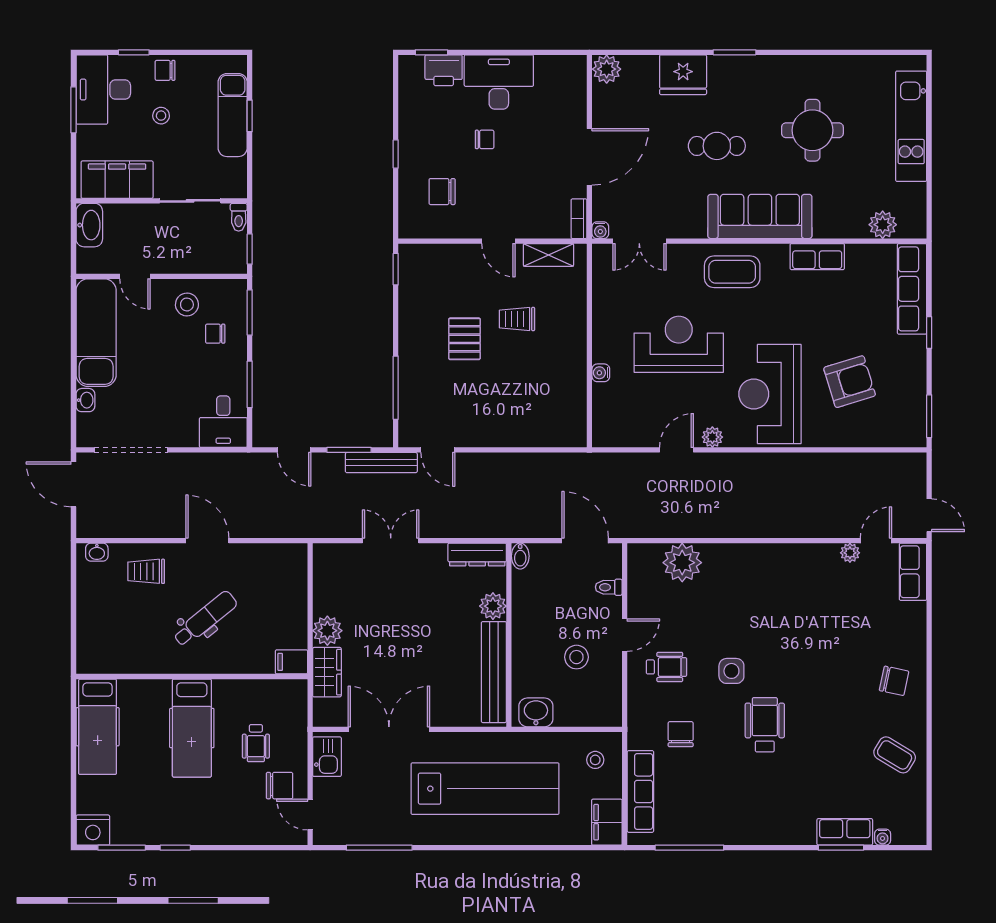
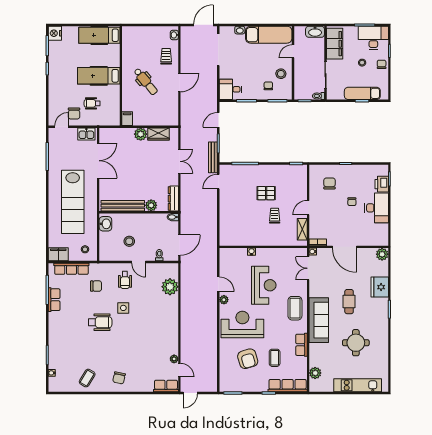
coffee table: (847, 319) -> (275, 358), added
wardrobe: (327, 672) -> (158, 134), moved
row of seats: (845, 832) -> (54, 300), moved

